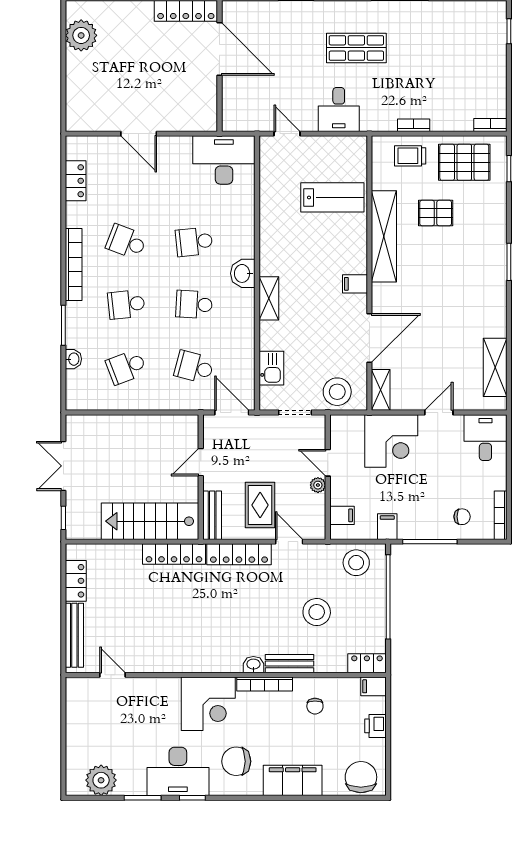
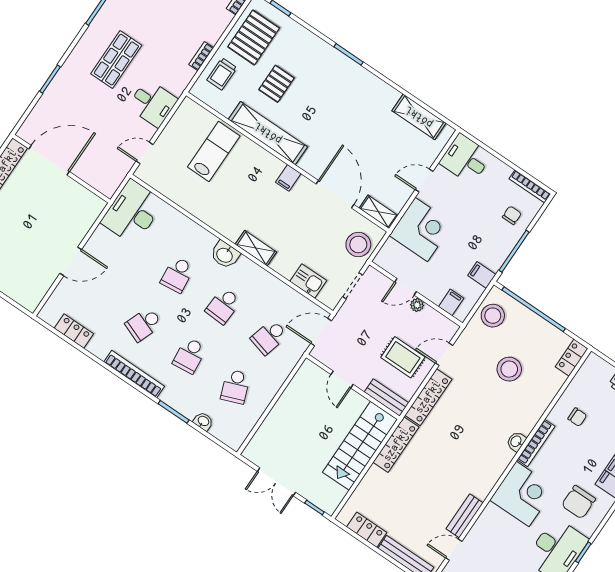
door: (439, 413) -> (424, 181), hinge flipped
bench: (289, 664) -> (465, 516), moved
filing cabinet: (373, 686) -> (592, 364), removed

